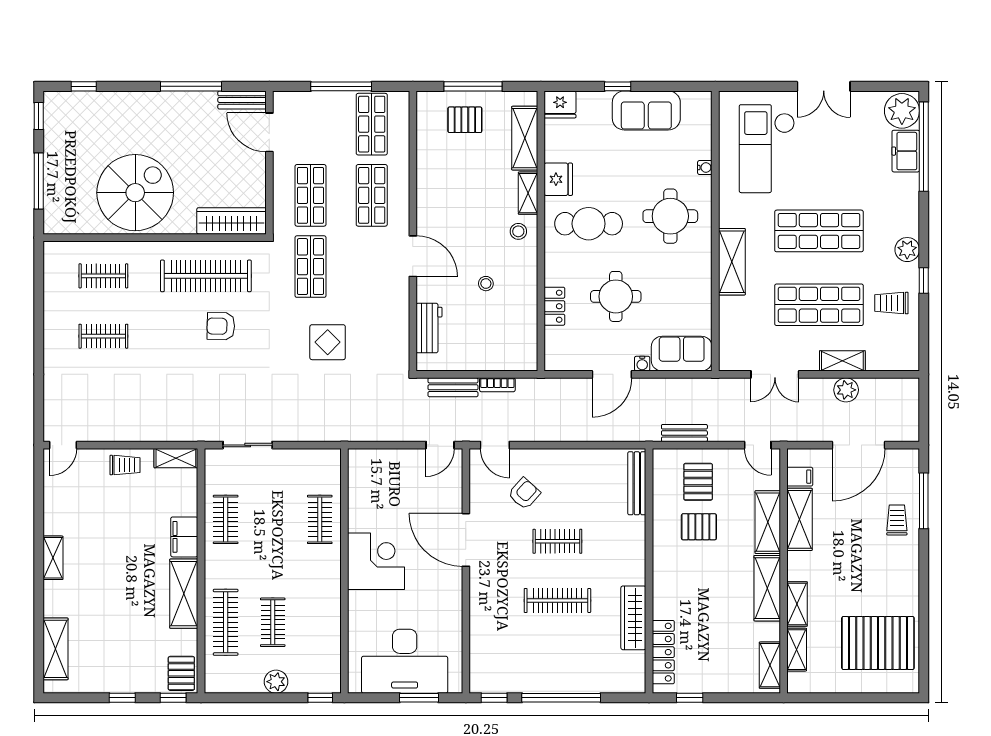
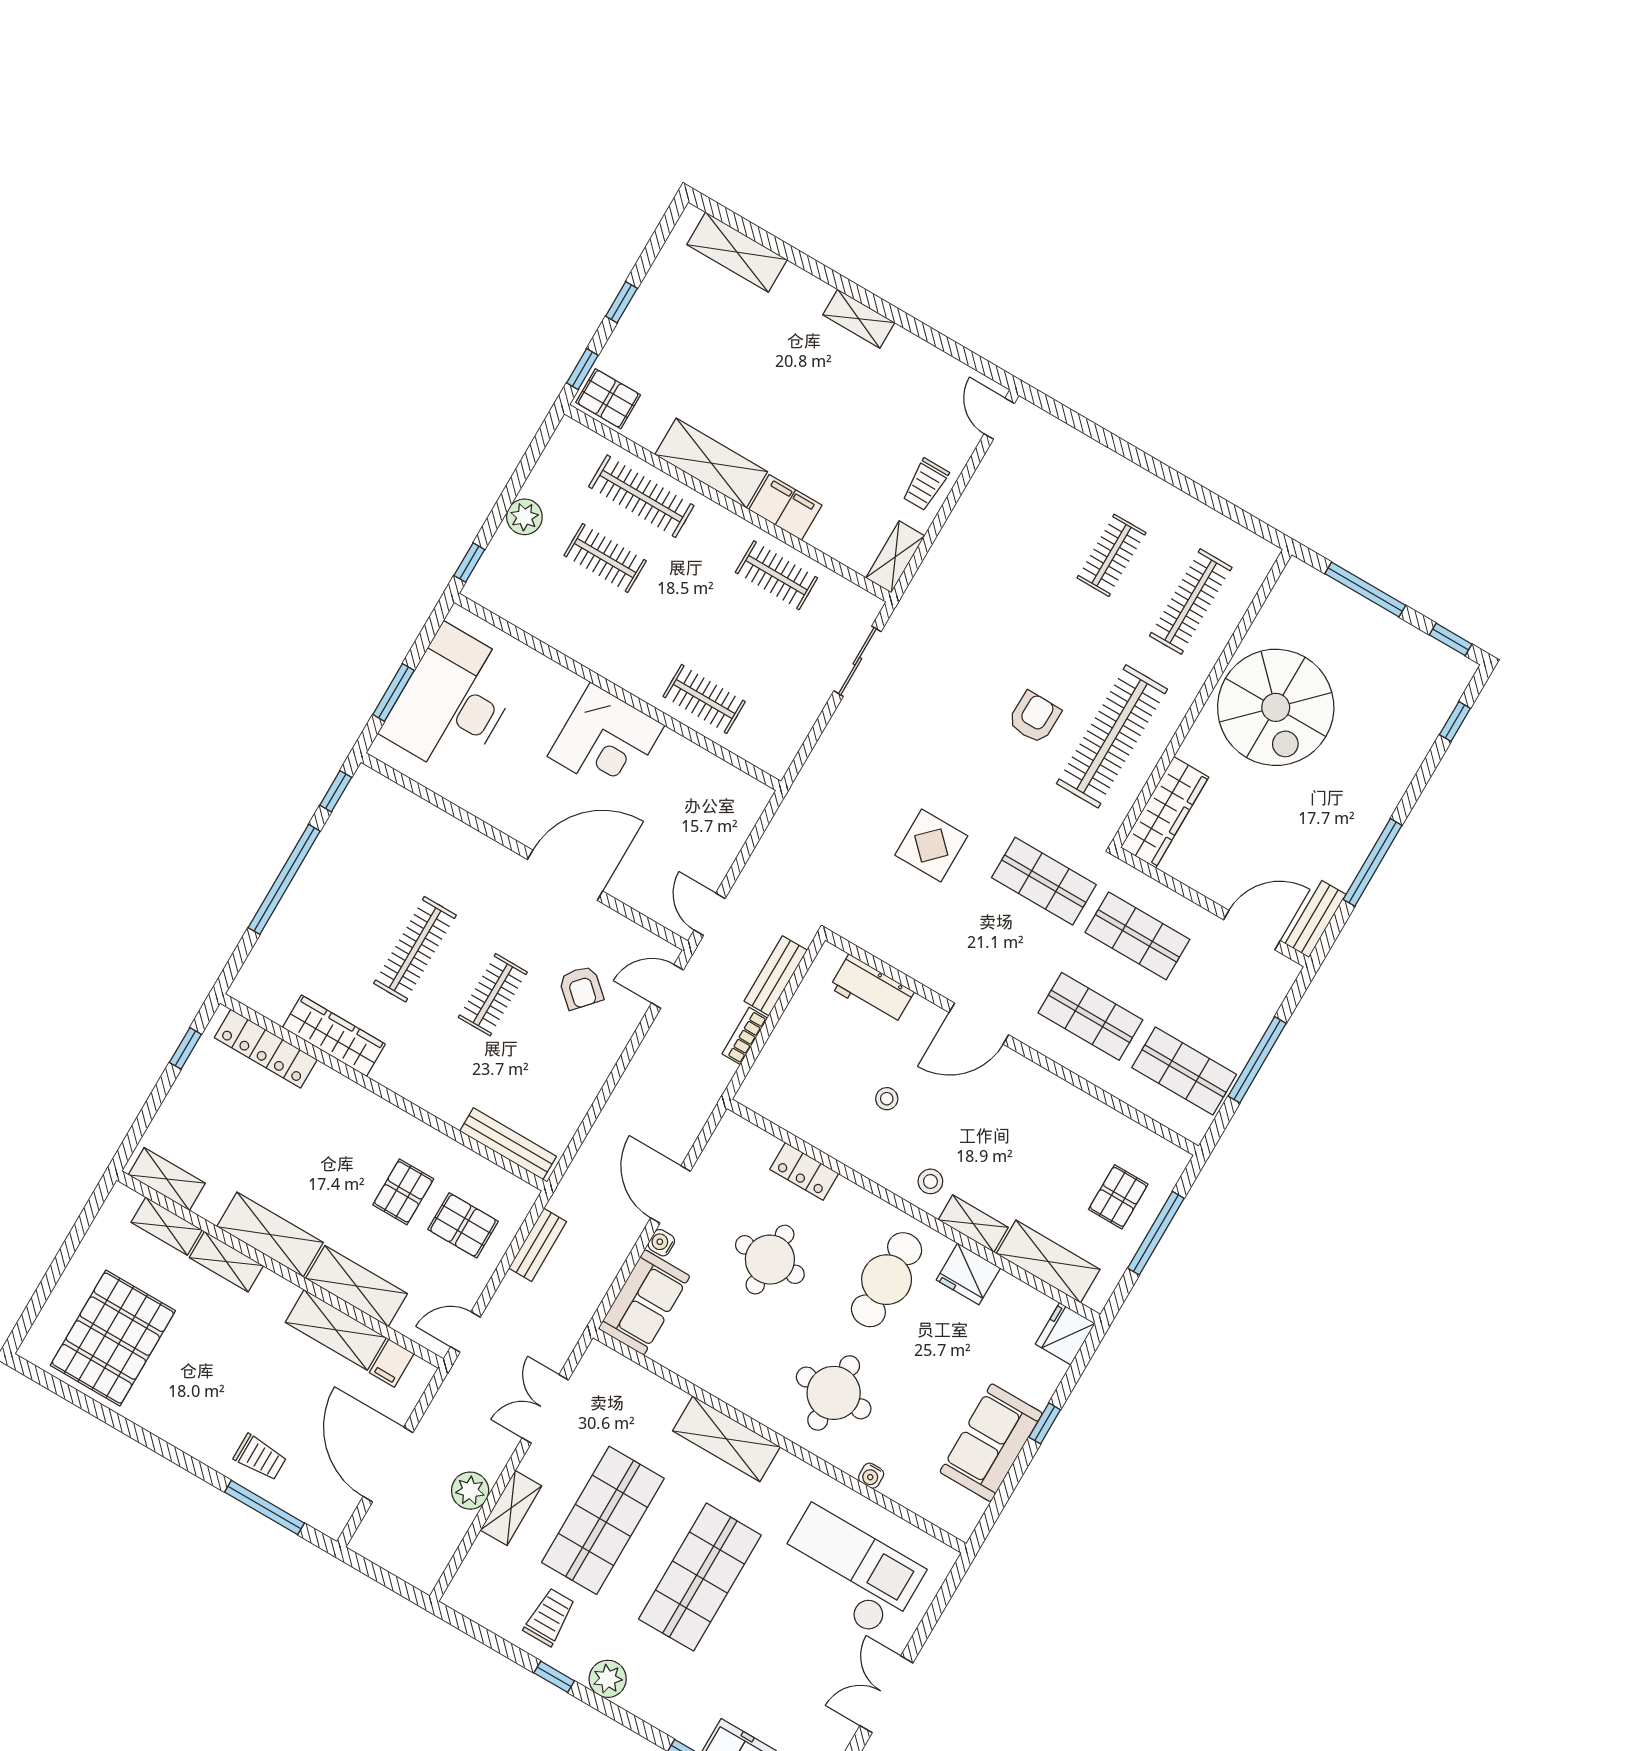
clothes rail: (103, 276) -> (1191, 602), width x1.36

